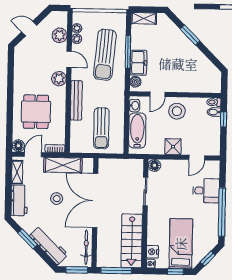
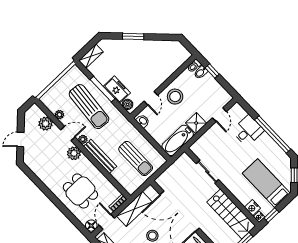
plant: (77, 28) -> (83, 139), moved
bathtub: (137, 130) -> (178, 140), moved, turned -90
floor lamp: (154, 165) -> (196, 148), removed
window: (175, 272) -> (271, 215), moved

